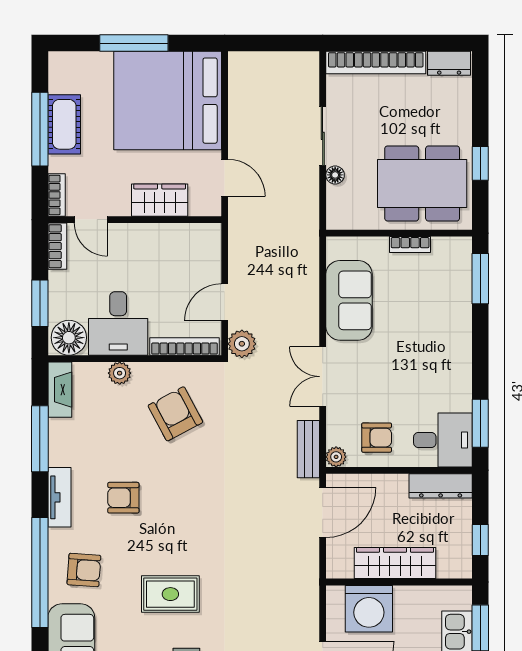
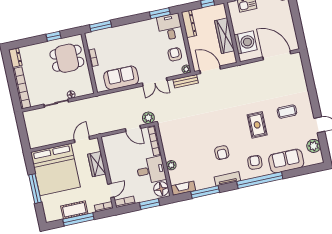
dining table: (422, 183) -> (67, 58), width x0.73
armchair: (175, 414) -> (183, 139), removed

